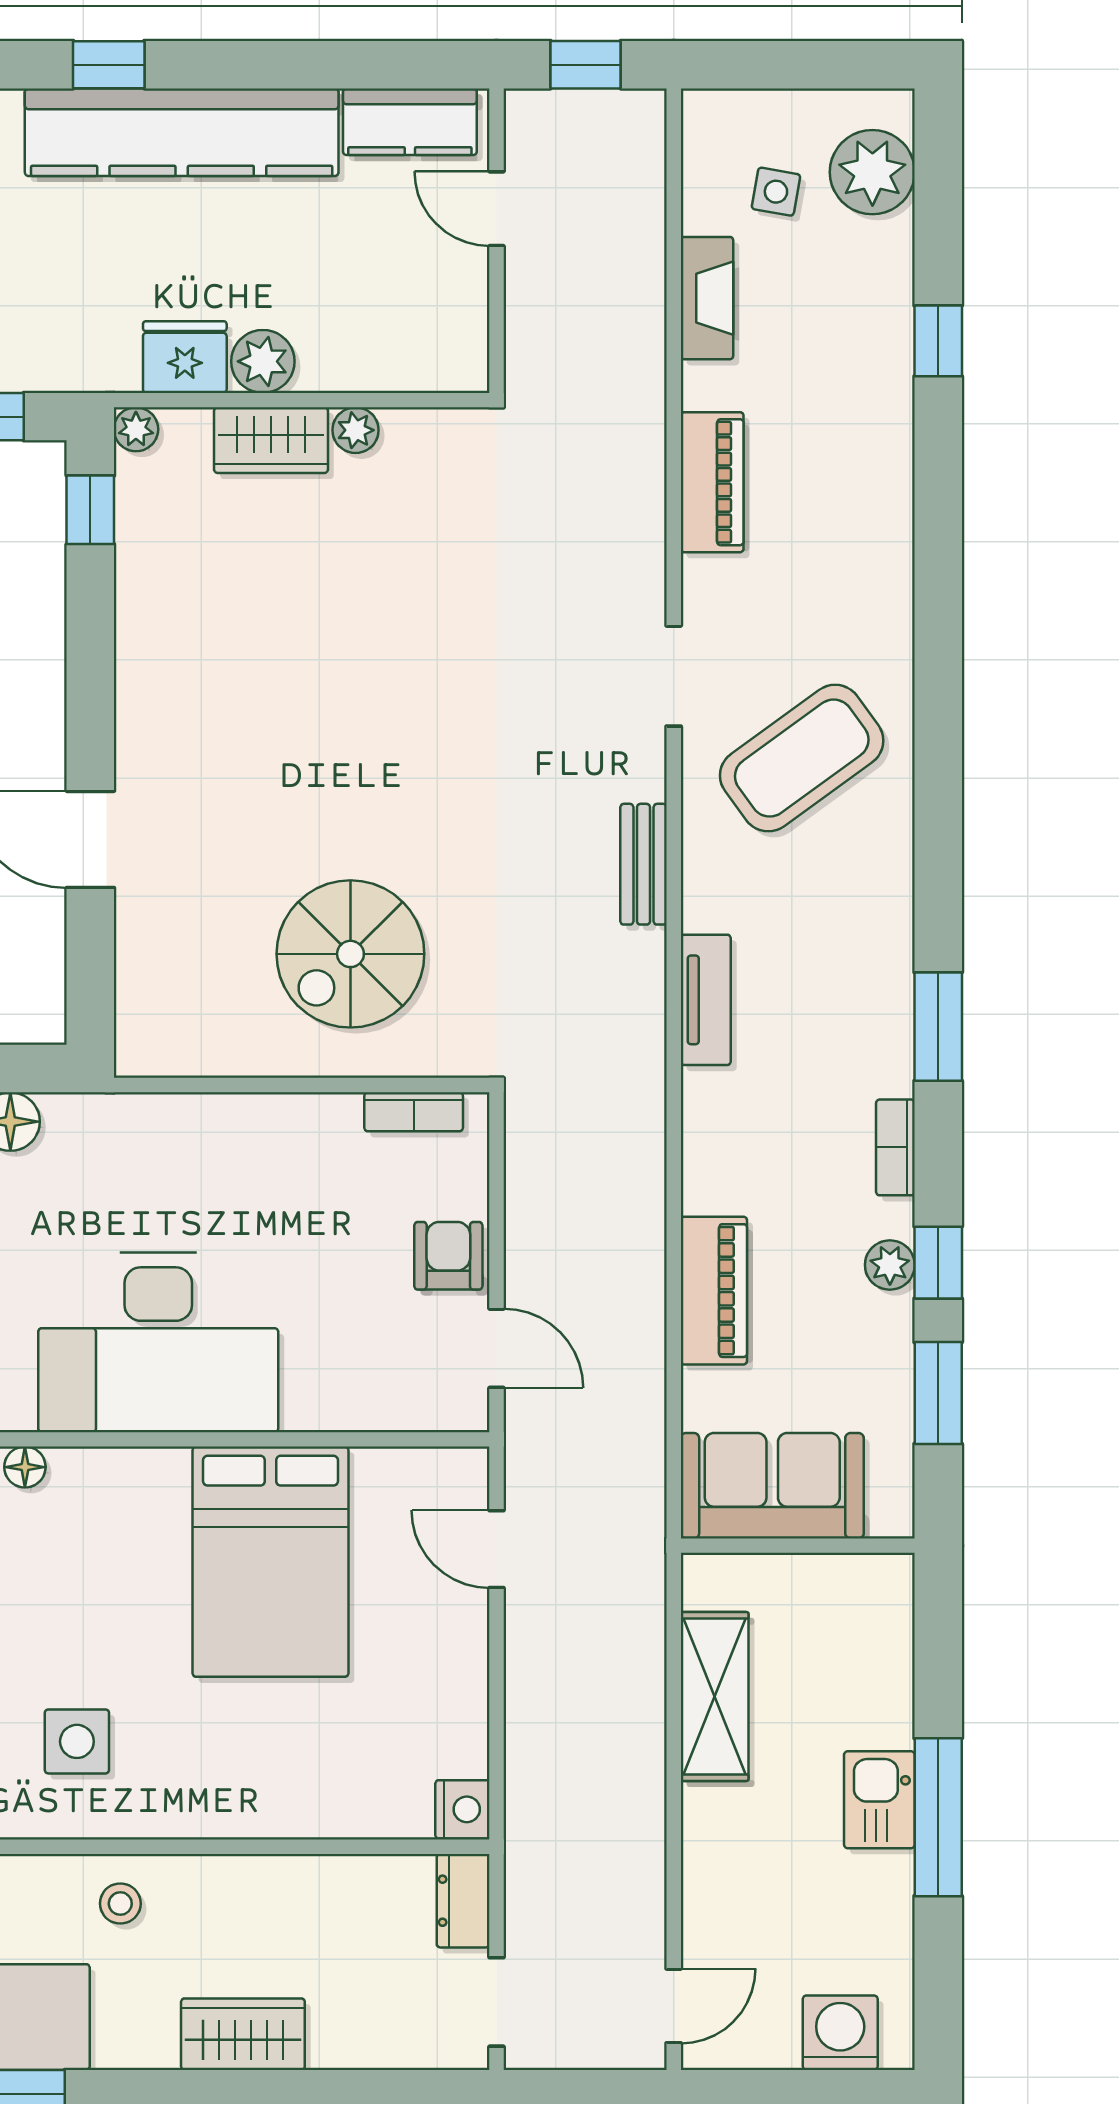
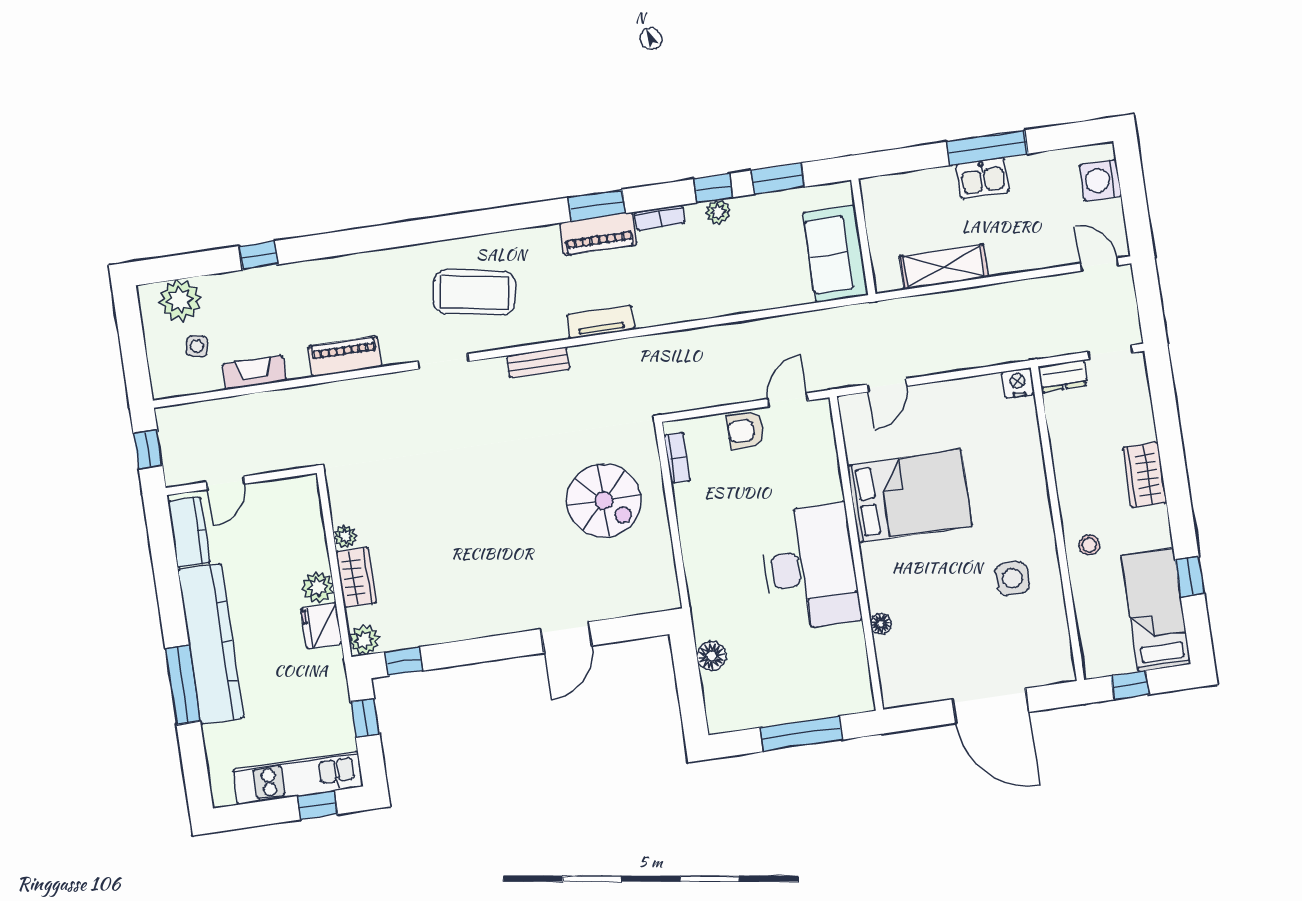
window: (109, 65) -> (183, 685), width x2.17
plant: (136, 429) -> (364, 640), width x1.38, depth x1.38
coffee table: (802, 758) -> (474, 292), turned -44
piano: (714, 1291) -> (598, 234), moved, turned 180

